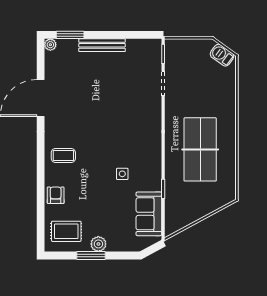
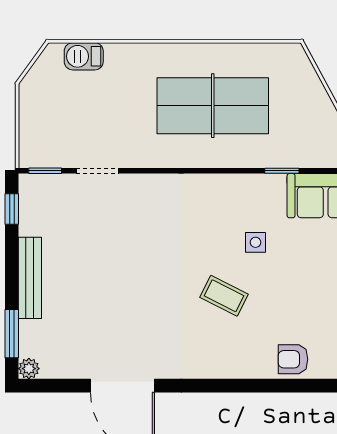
window: (141, 35) -> (12, 209), added
barbecue: (222, 55) -> (84, 56), moved, turned 54
coffee table: (63, 156) -> (224, 296), moved, turned -63

